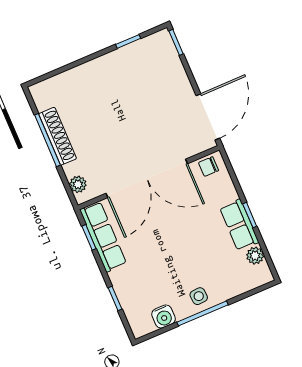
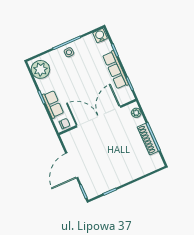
door: (208, 117) -> (72, 165), moved
row of seats: (239, 225) -> (53, 104), moved
row of seats: (103, 237) -> (116, 70), moved
plant: (255, 256) -> (40, 69), width x1.88, depth x1.88
water cooler: (164, 316) -> (100, 36), moved

